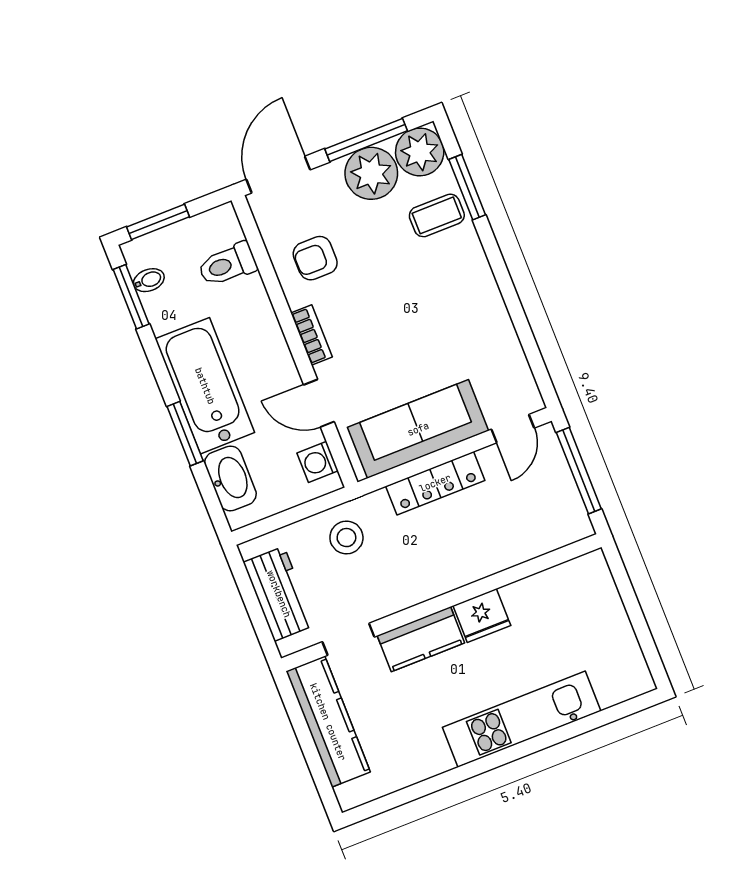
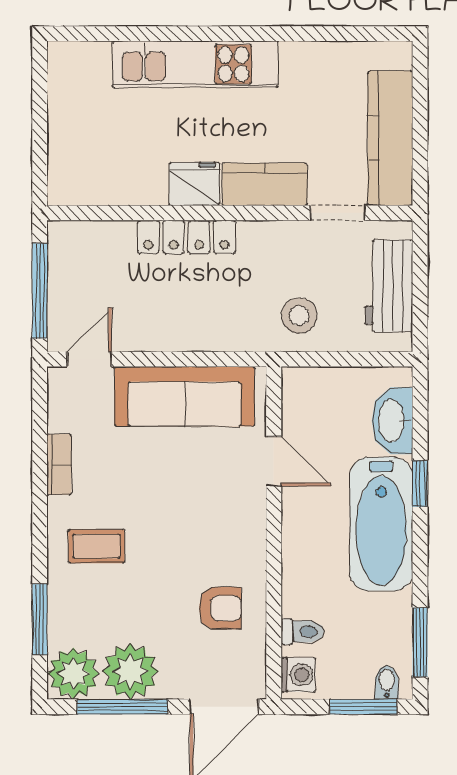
coffee table: (437, 215) -> (97, 546), moved
toilet: (227, 265) -> (302, 632), width x0.73, depth x0.72
bidet: (149, 280) -> (387, 682), moved, turned 90
bookcase: (311, 335) -> (59, 464), moved, turned 180
window: (185, 434) -> (420, 484), width x0.67
washing machine: (318, 462) -> (298, 675), moved
locker: (435, 483) -> (186, 237), moved, turned 180

